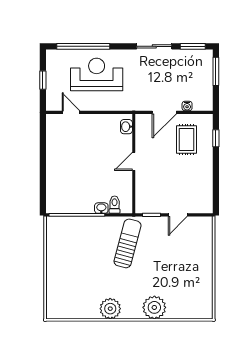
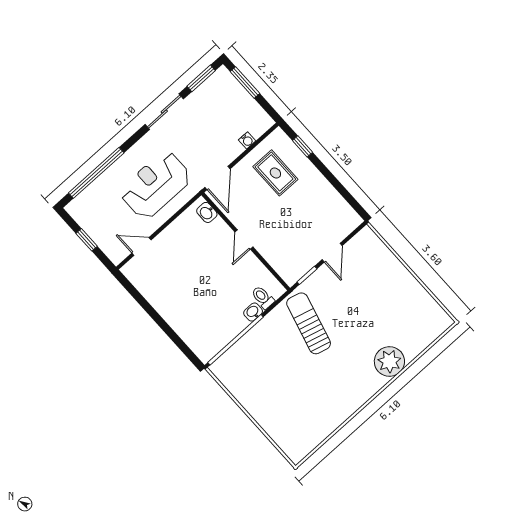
reception desk: (97, 74) -> (155, 185), moved
door: (164, 112) -> (217, 178), moved
plant: (110, 309) -> (348, 401), removed

